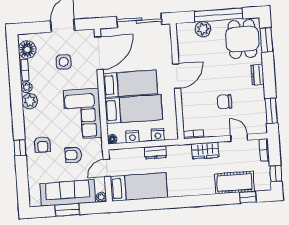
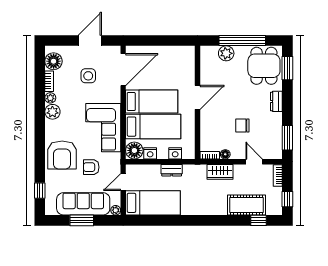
sliding door: (139, 20) -> (165, 41), removed
floor lamp: (209, 132) -> (225, 154), added
floor lamp: (112, 139) -> (134, 150), width x1.89, depth x1.89
armchair: (43, 145) -> (62, 155), width x1.88, depth x1.88
window: (20, 148) -> (40, 191), moved

